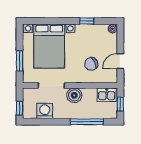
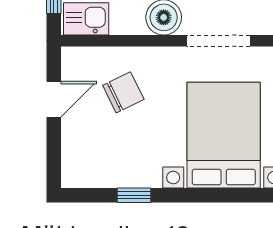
plant: (113, 29) -> (72, 177), removed

